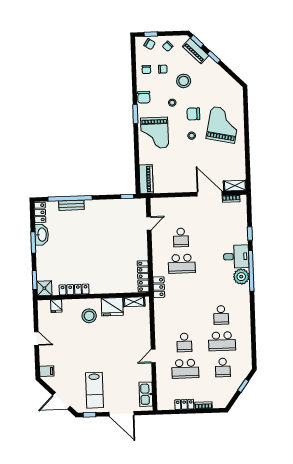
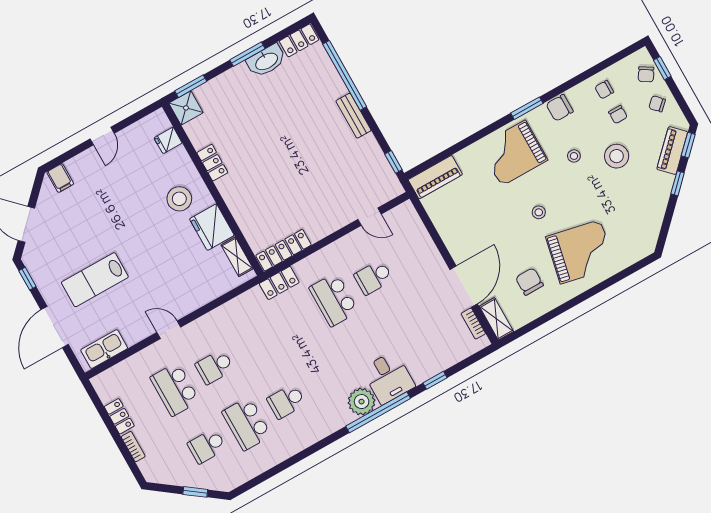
chair: (193, 114) -> (529, 282), moved
bench: (71, 205) -> (353, 116), moved
locker: (74, 289) -> (212, 163), width x0.66
lab bench: (95, 390) -> (95, 280), moved

